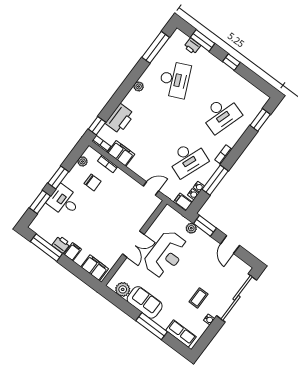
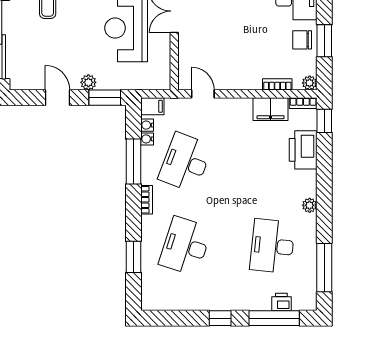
window: (203, 40) -> (274, 318), width x1.44
desk: (175, 80) -> (272, 246), turned 30
window: (260, 120) -> (133, 257), moved
plant: (82, 161) -> (310, 83), moved
window: (58, 177) -> (324, 41), moved
chair: (93, 182) -> (302, 40), moved
door: (151, 189) -> (203, 94), swing flipped
plant: (191, 228) -> (88, 82), moved

